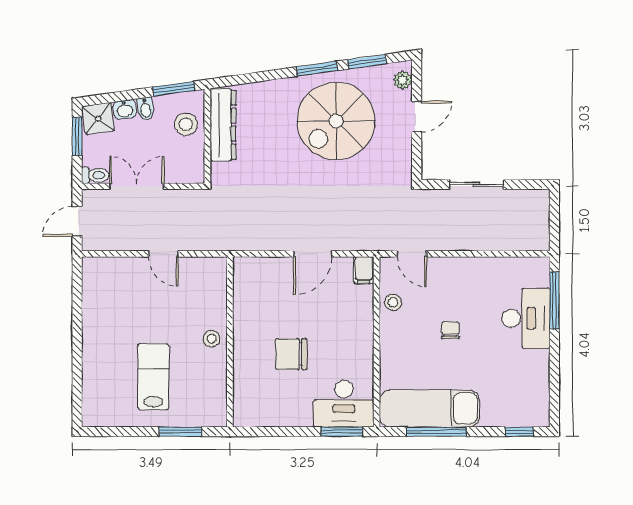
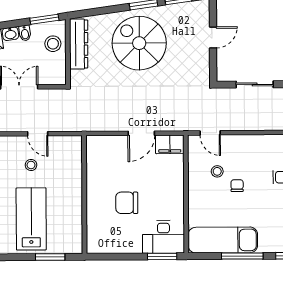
plant: (403, 80) -> (203, 12), removed
spiral stairs: (336, 121) -> (139, 43), moved, turned 90
filing cabinet: (364, 270) -> (170, 144), width x2.00
stool: (393, 302) -> (217, 171), moved
stool: (212, 339) -> (31, 165), moved
lab bench: (153, 377) -> (31, 219), width x1.36, depth x1.39
window: (436, 432) -> (242, 256), moved

